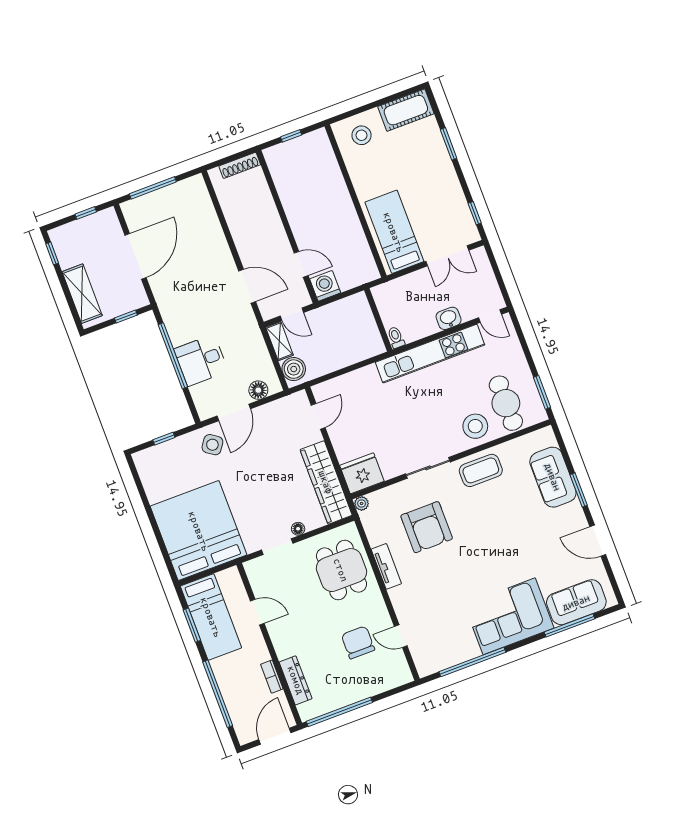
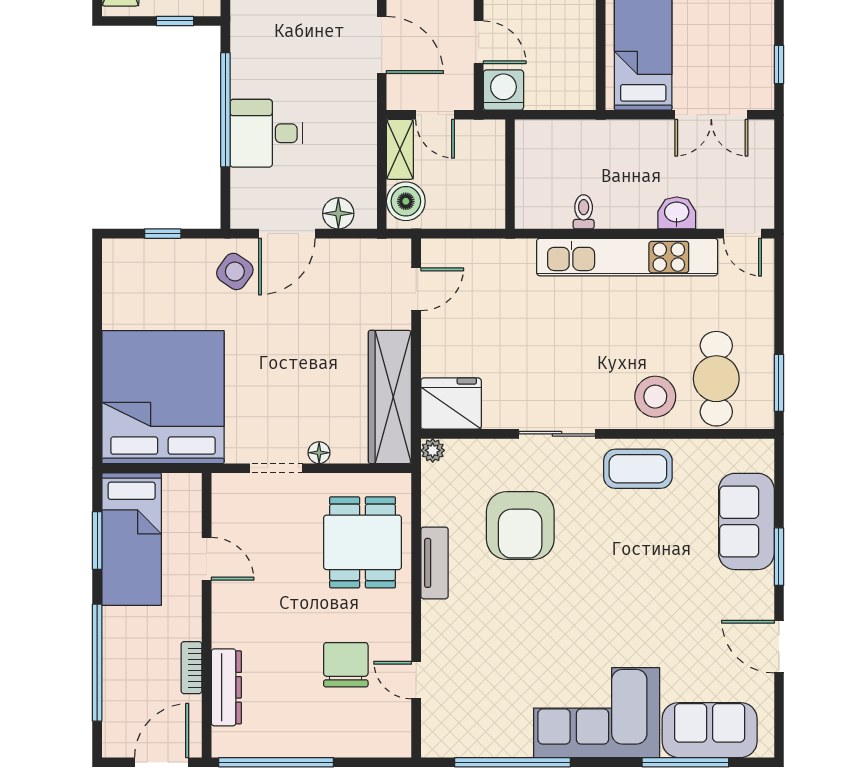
wall: (378, 320) -> (510, 174), moved

